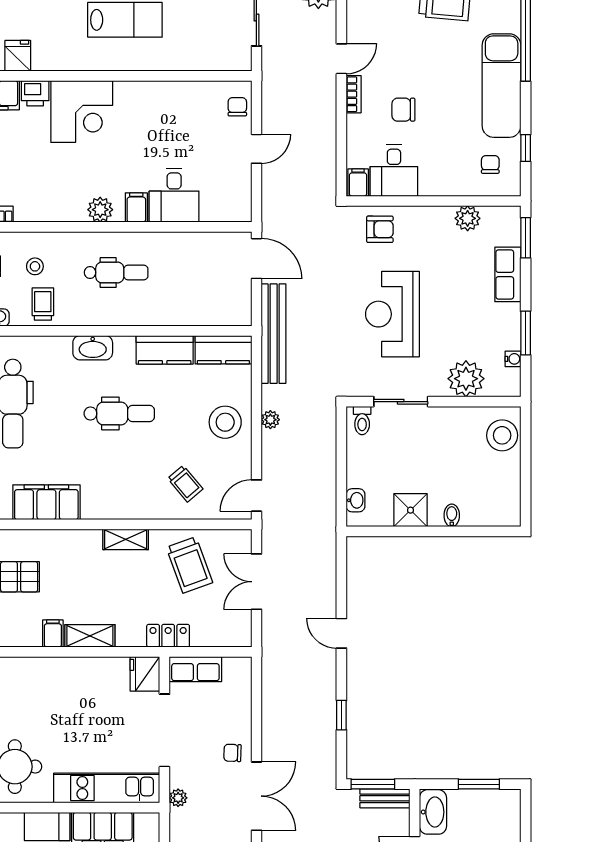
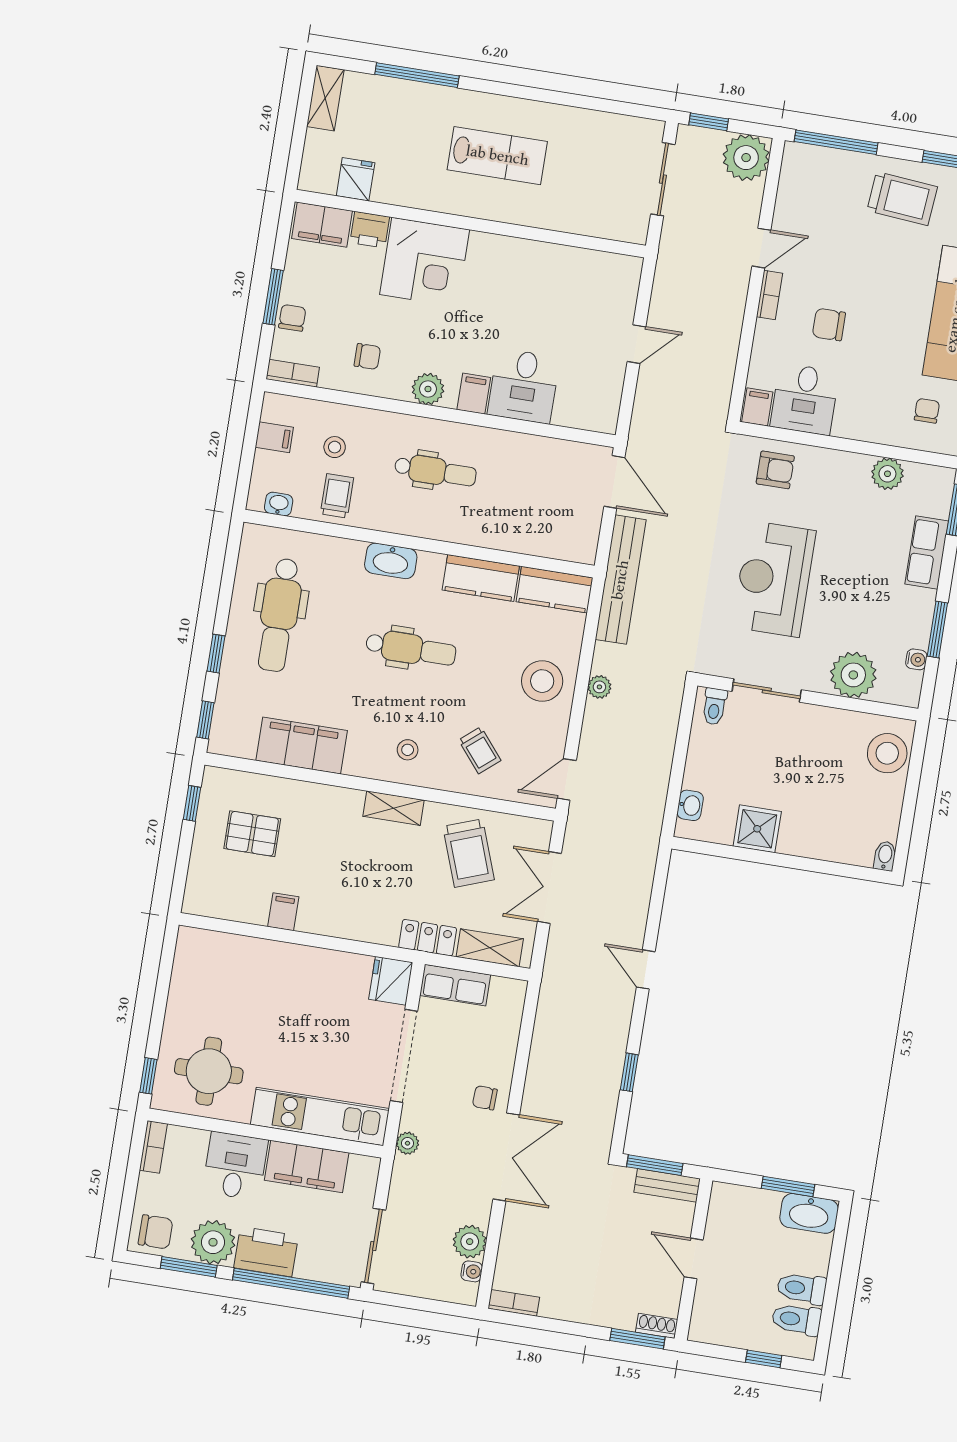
chair: (237, 107) -> (367, 356), moved, turned 90
stool: (129, 492) -> (408, 750), added
bidet: (452, 515) -> (885, 856), moved
shelving: (90, 636) -> (490, 948), moved
washbasin: (433, 812) -> (809, 1213), moved, turned 90

